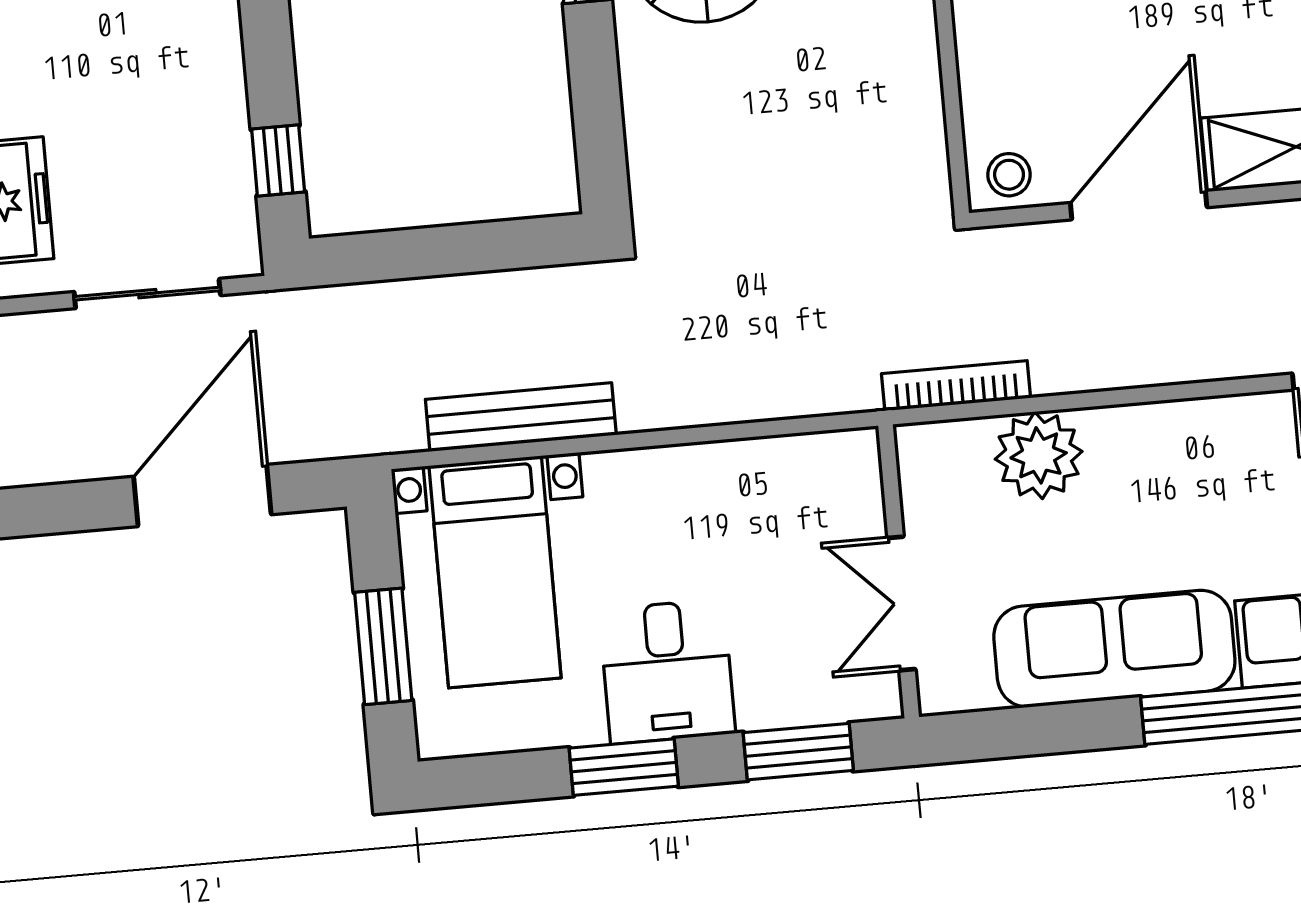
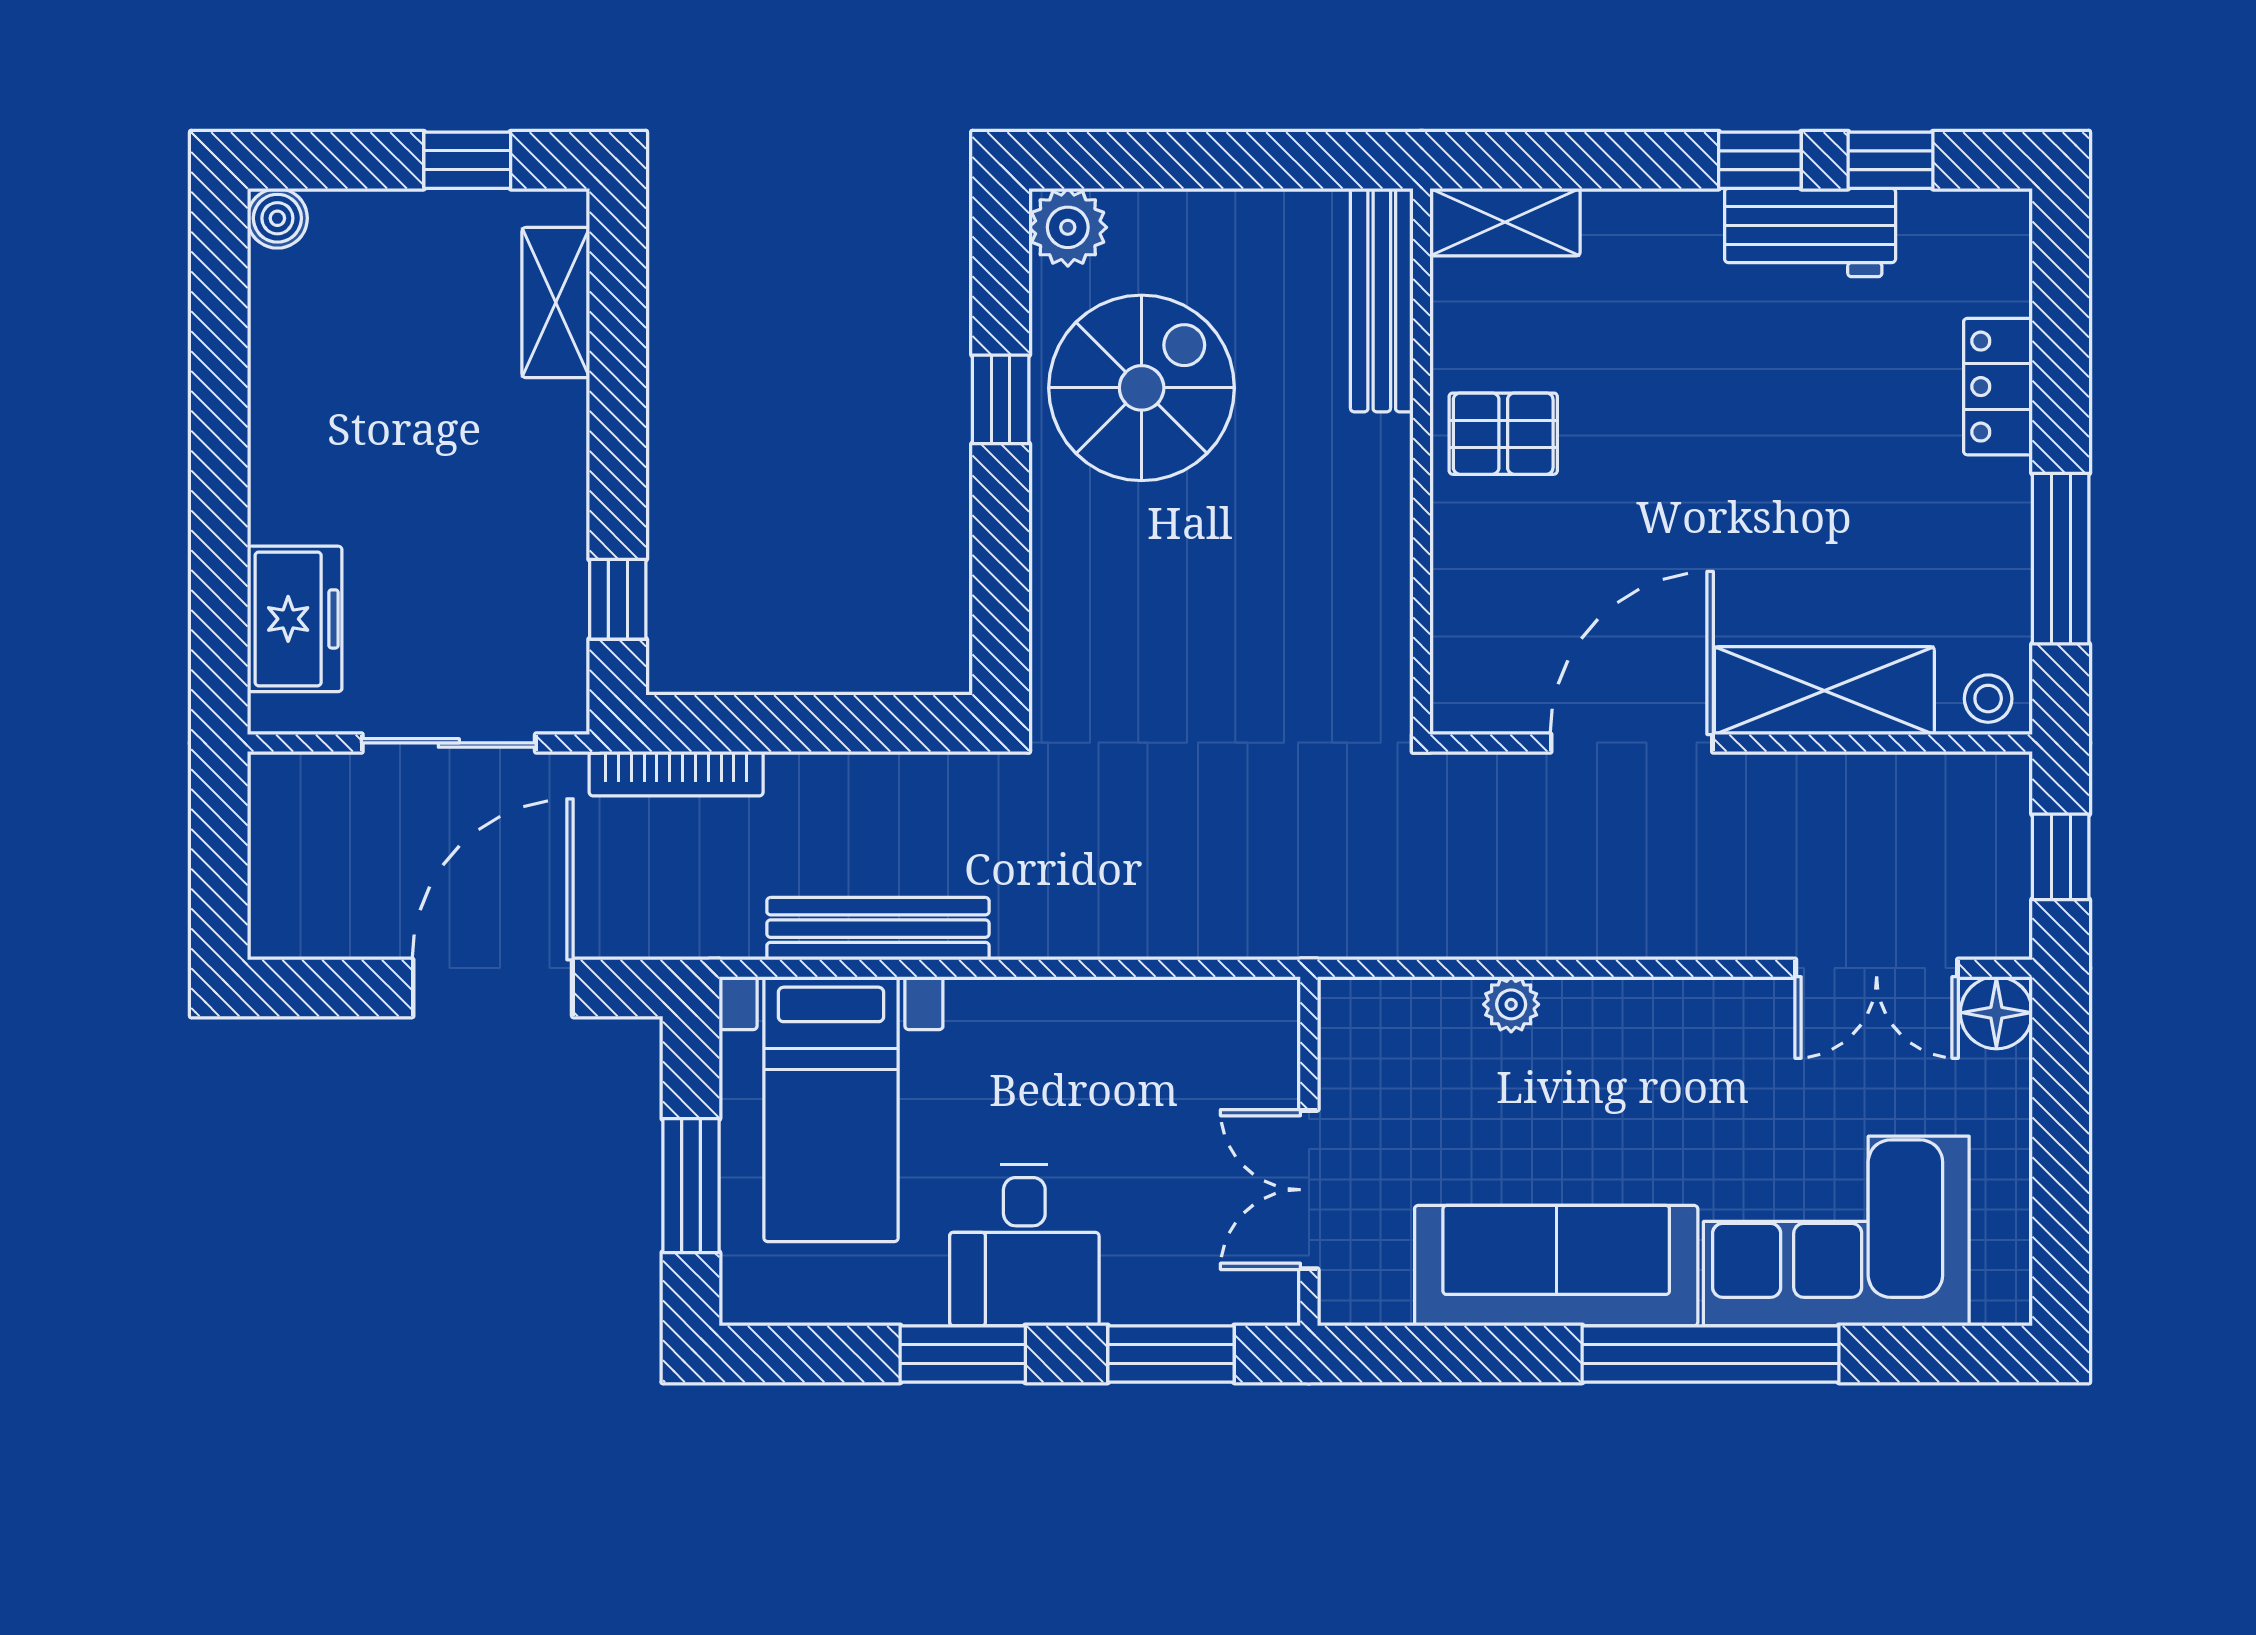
stool: (1009, 175) -> (1482, 693), removed
bookcase: (956, 386) -> (676, 774), moved, turned 180
plant: (1039, 455) -> (1511, 1004), width x0.53, depth x0.53

